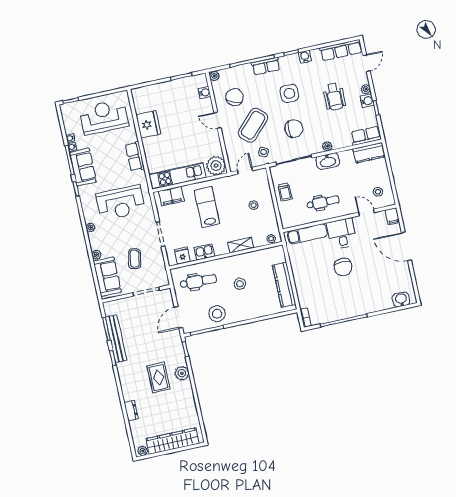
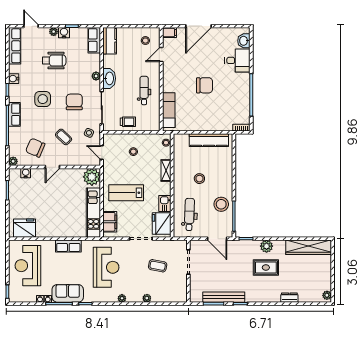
fridge: (148, 124) -> (24, 228), moved
coffee table: (253, 125) -> (64, 137), width x0.54, depth x0.58
desk: (342, 234) -> (237, 60), moved, turned 180
fridge: (182, 256) -> (162, 223), width x1.88, depth x1.34
sofa: (107, 277) -> (168, 293), removed
wardrobe: (173, 441) -> (309, 247), moved, turned -90

